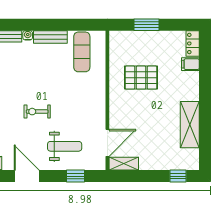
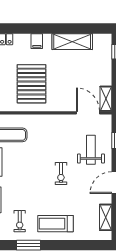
filing cabinet: (190, 64) -> (37, 41), moved
pallet: (141, 78) -> (32, 84), width x1.37, depth x1.41

